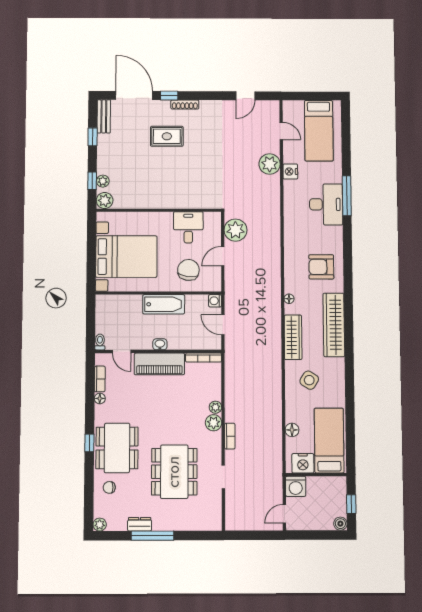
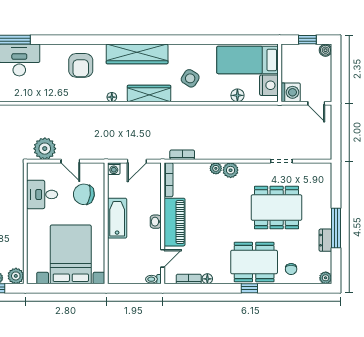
bookcase: (230, 436) -> (182, 155), moved

